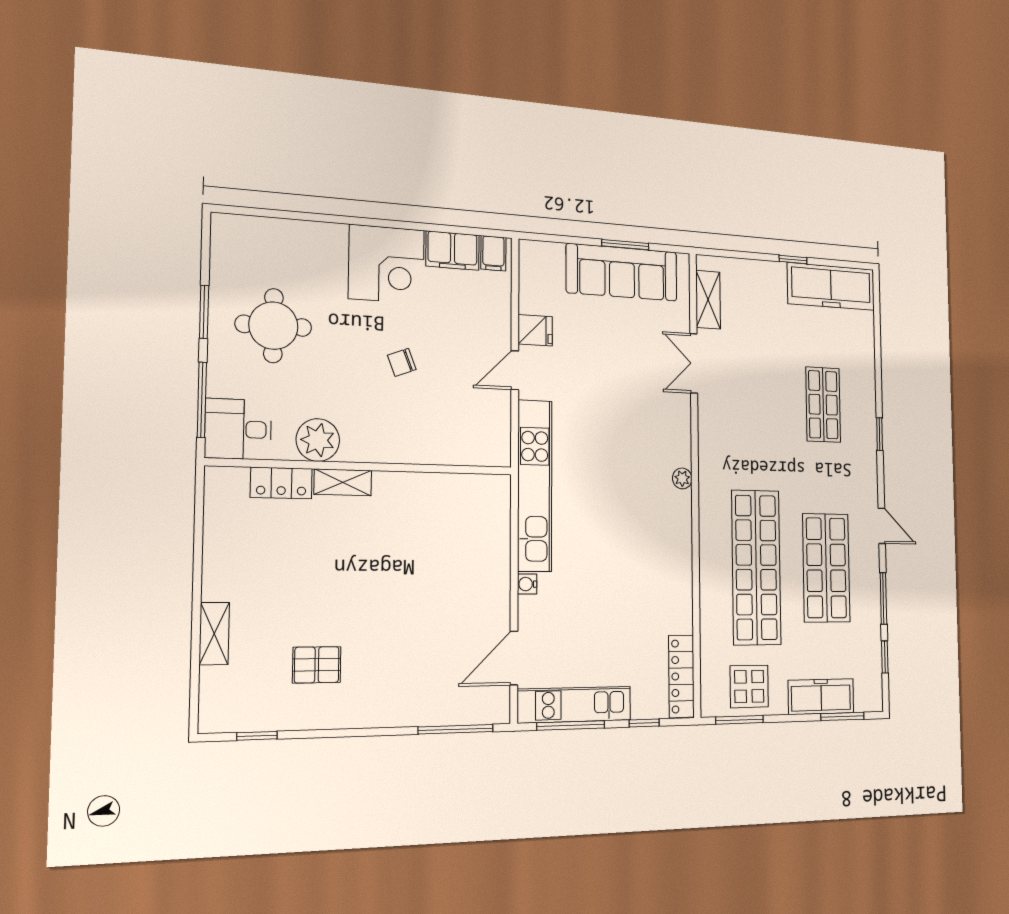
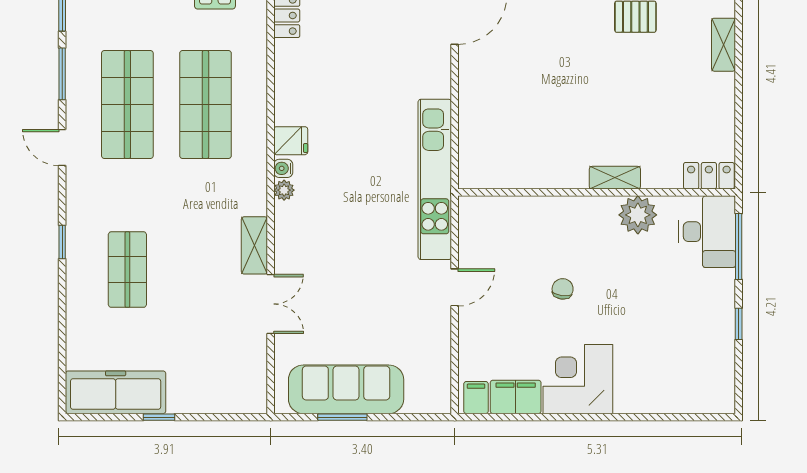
shelving: (708, 300) -> (254, 245), moved
window: (204, 312) -> (739, 324), width x0.67
round table: (273, 326) -> (679, 315), removed
fridge: (535, 330) -> (291, 141), moved, turned 180
chair: (402, 362) -> (563, 289), turned -61
desk: (238, 429) -> (707, 232), width x1.37
locker: (281, 483) -> (709, 176), moved
shop shelf: (756, 567) -> (205, 105), width x0.71
water cooler: (527, 584) -> (283, 168), moved, turned 180

